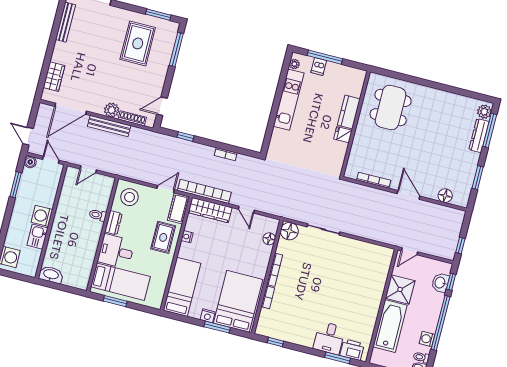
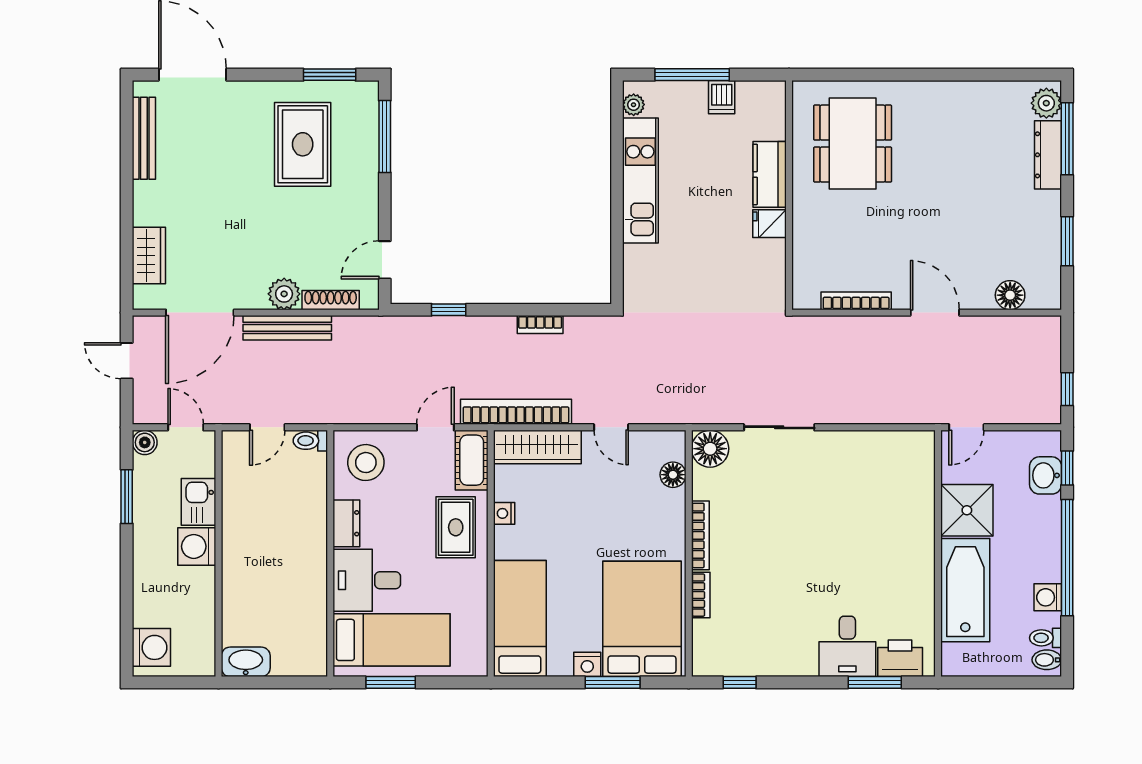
dishwasher: (319, 67) -> (722, 97), moved
door: (28, 136) -> (127, 361), moved
toilet: (98, 215) -> (310, 441), moved
kitchen sink: (38, 237) -> (199, 502), moved

